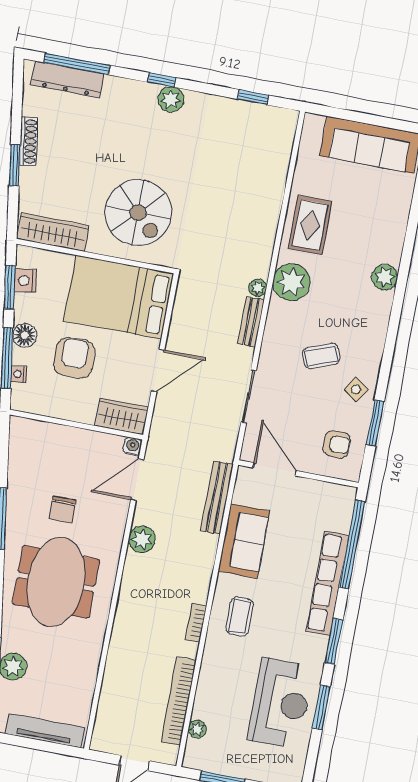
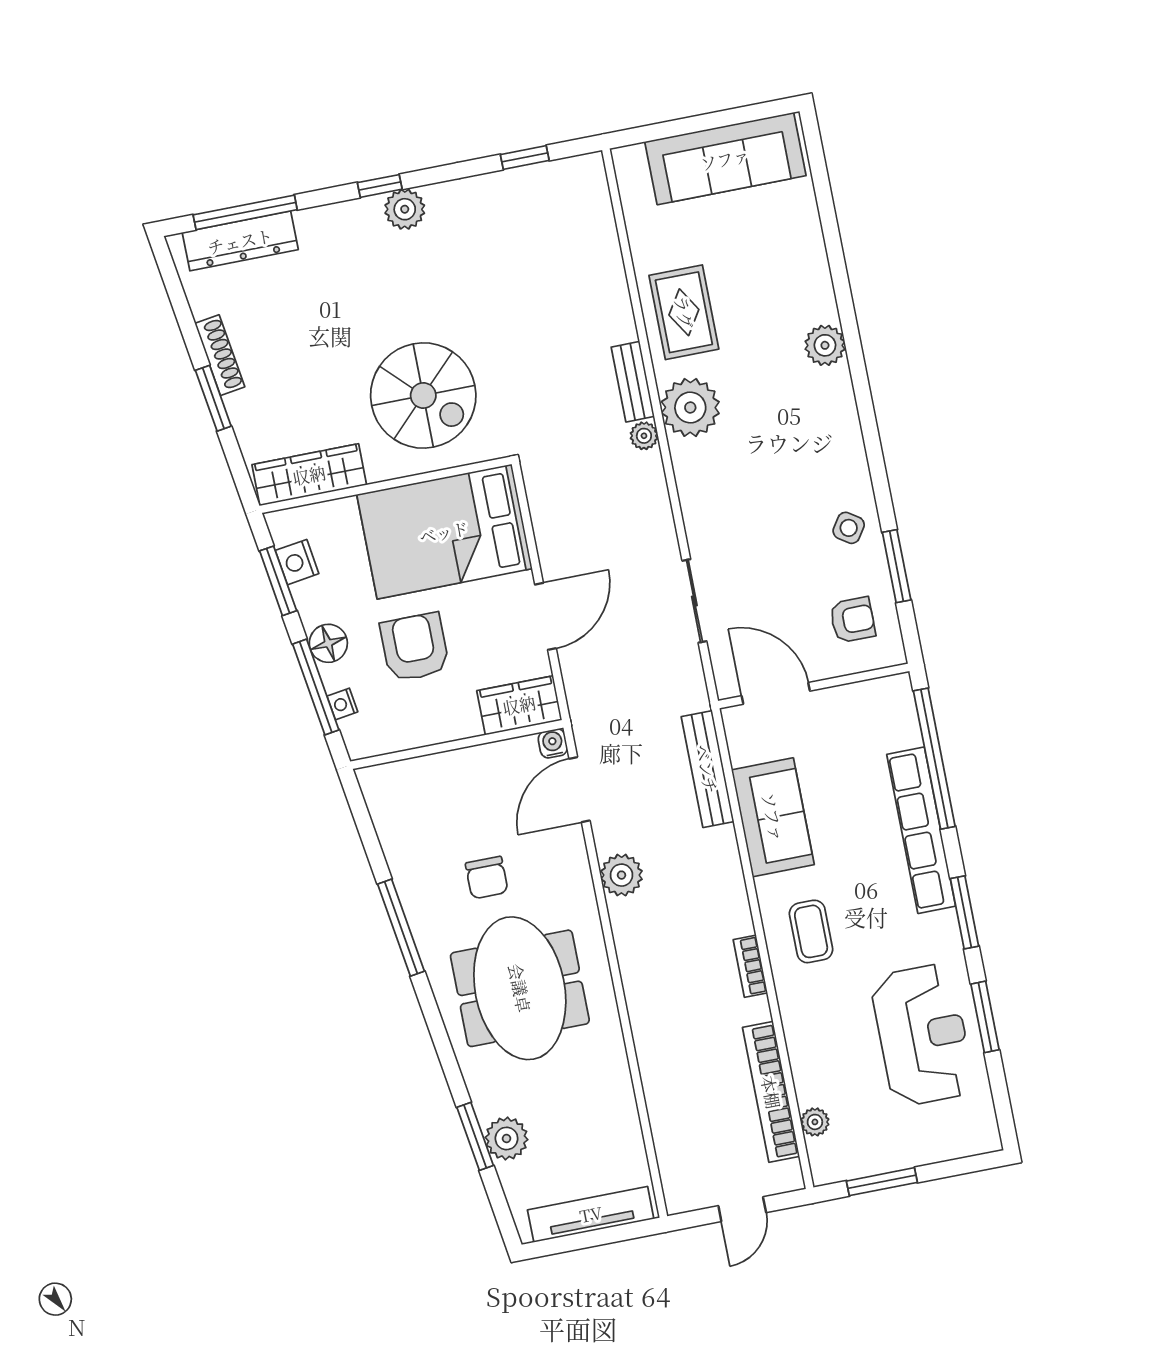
bench: (251, 322) -> (633, 382), moved
coffee table: (321, 356) -> (778, 499), removed

